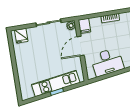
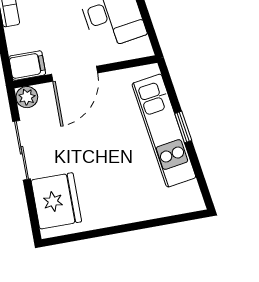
fridge: (21, 36) -> (56, 201), width x1.88, depth x1.34
door: (81, 46) -> (75, 74), hinge flipped

